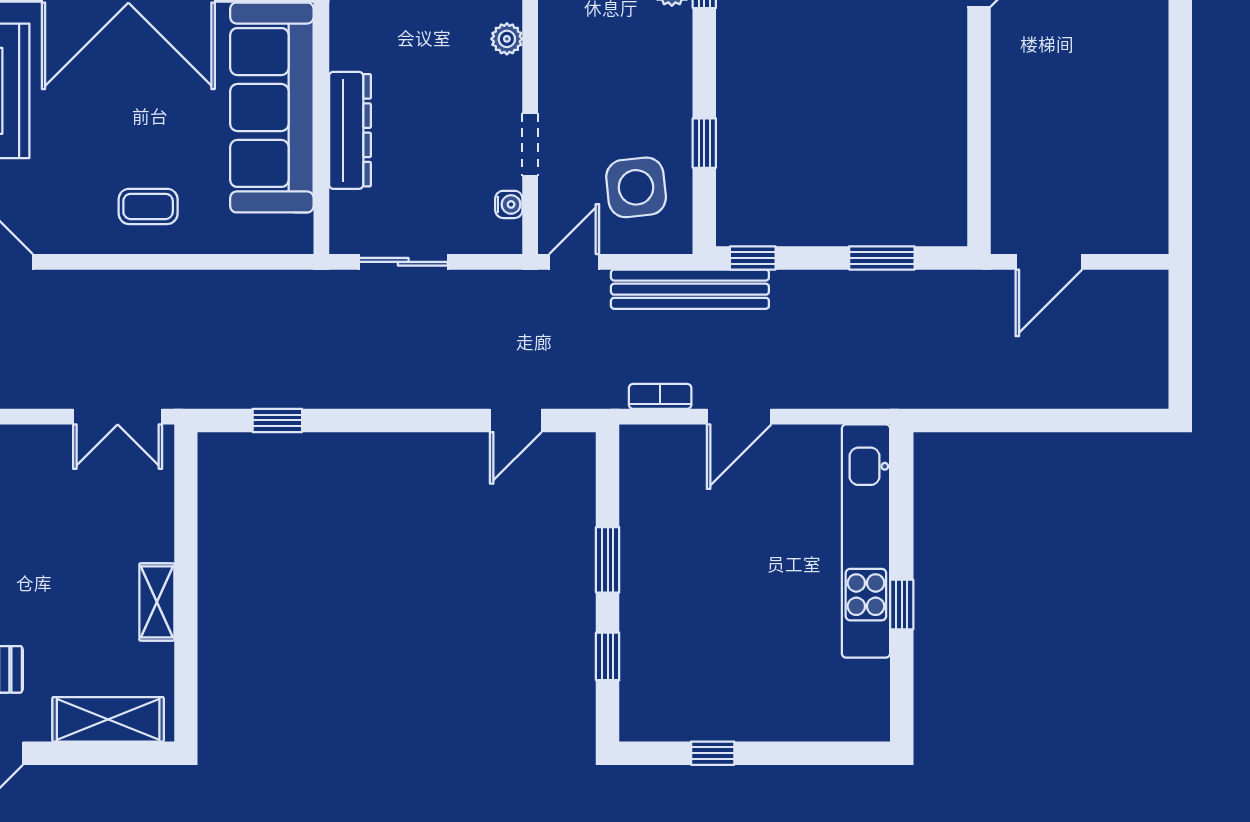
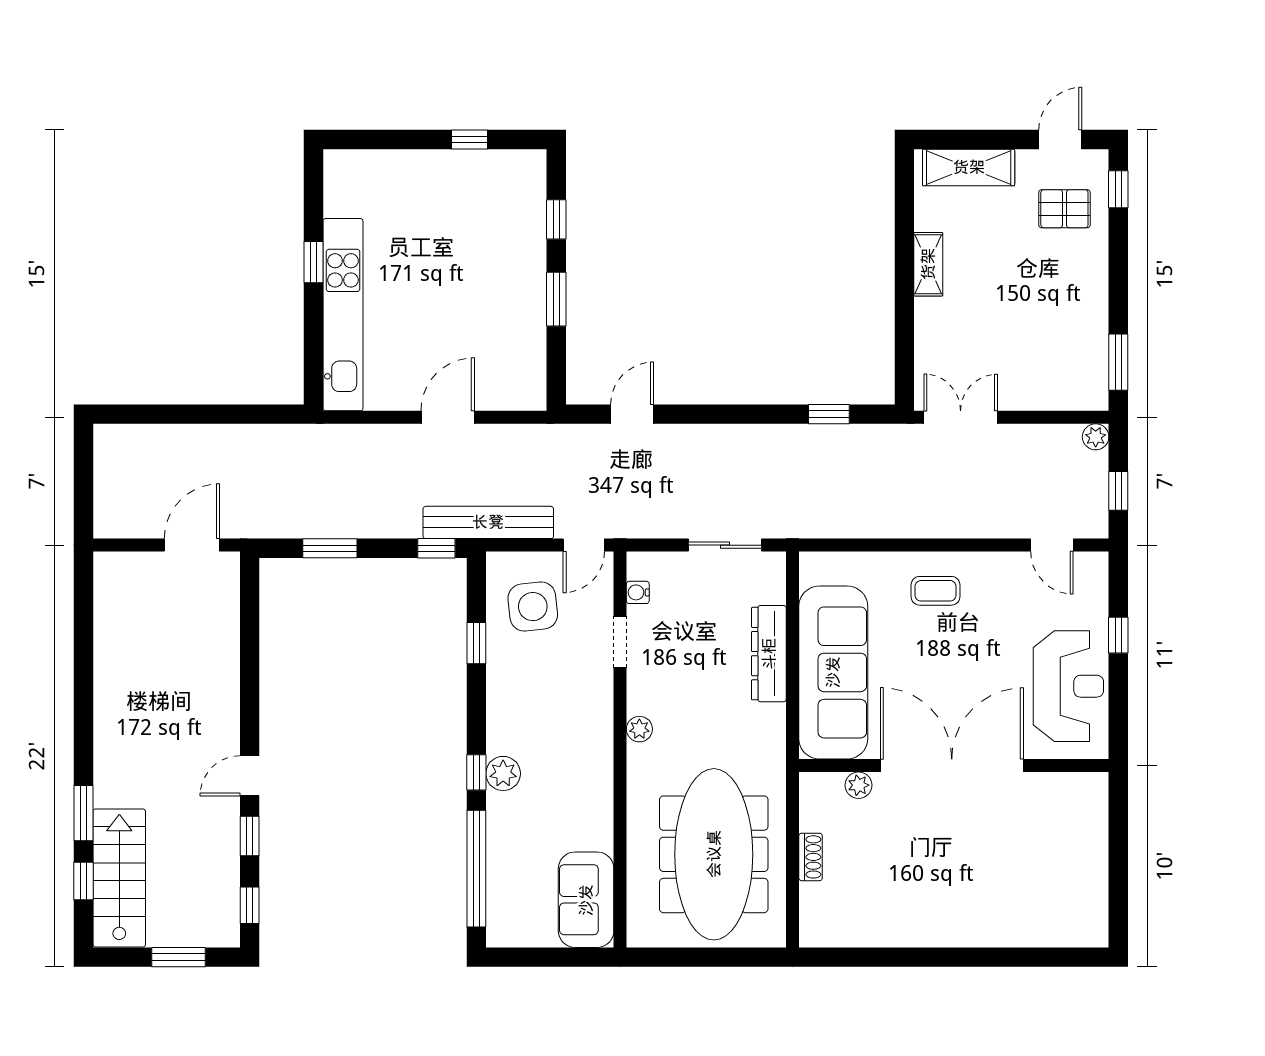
bookcase: (660, 396) -> (513, 434), removed

